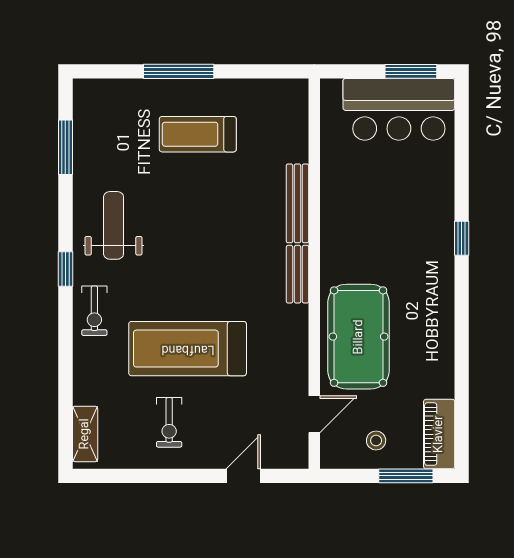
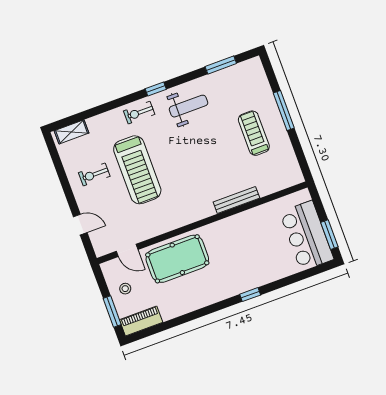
bench: (298, 274) -> (199, 214), removed
treadmill: (188, 349) -> (137, 170), turned 180

